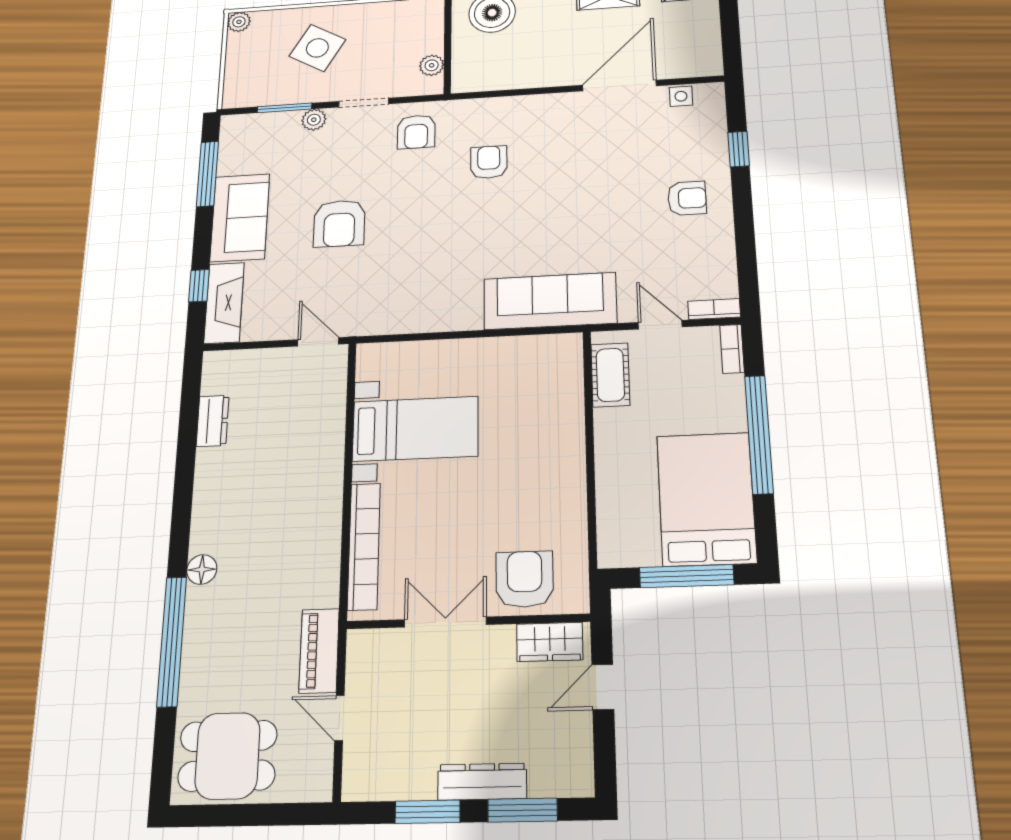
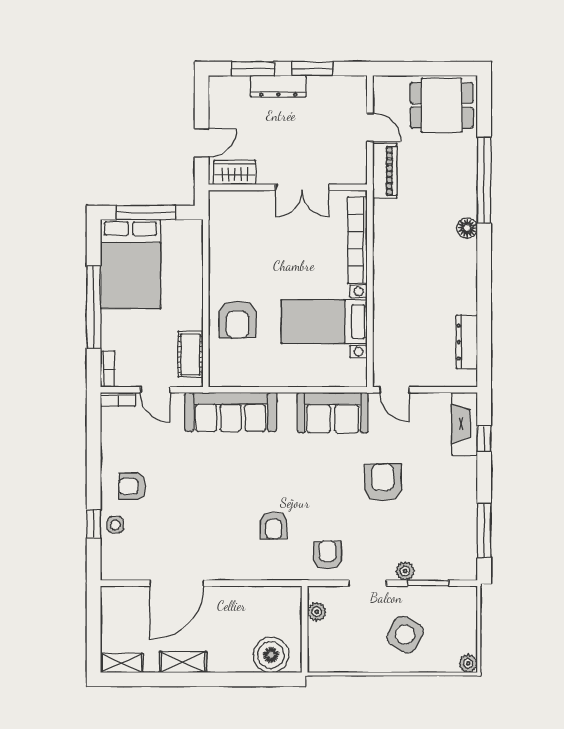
side table: (681, 96) -> (115, 525), moved
sofa: (240, 218) -> (333, 413), moved, turned -90
dresser: (213, 421) -> (467, 342), width x1.44
armchair: (525, 579) -> (238, 319), moved

